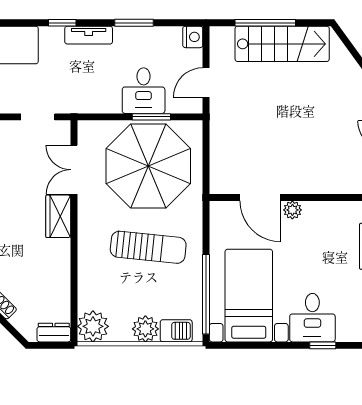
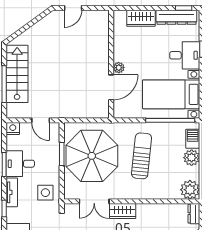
side table: (88, 90) -> (45, 193), added
desk: (144, 91) -> (20, 164), moved, turned 180

